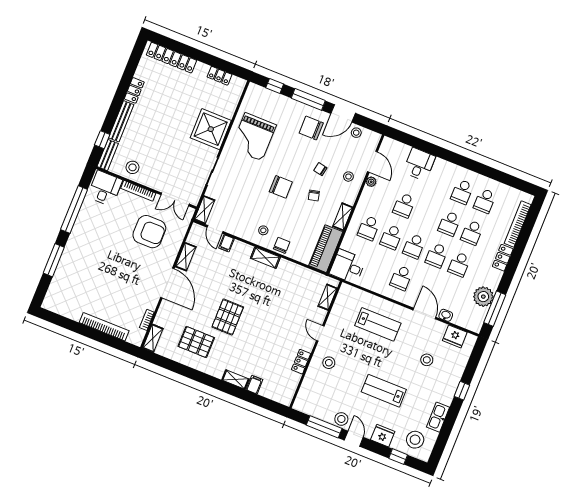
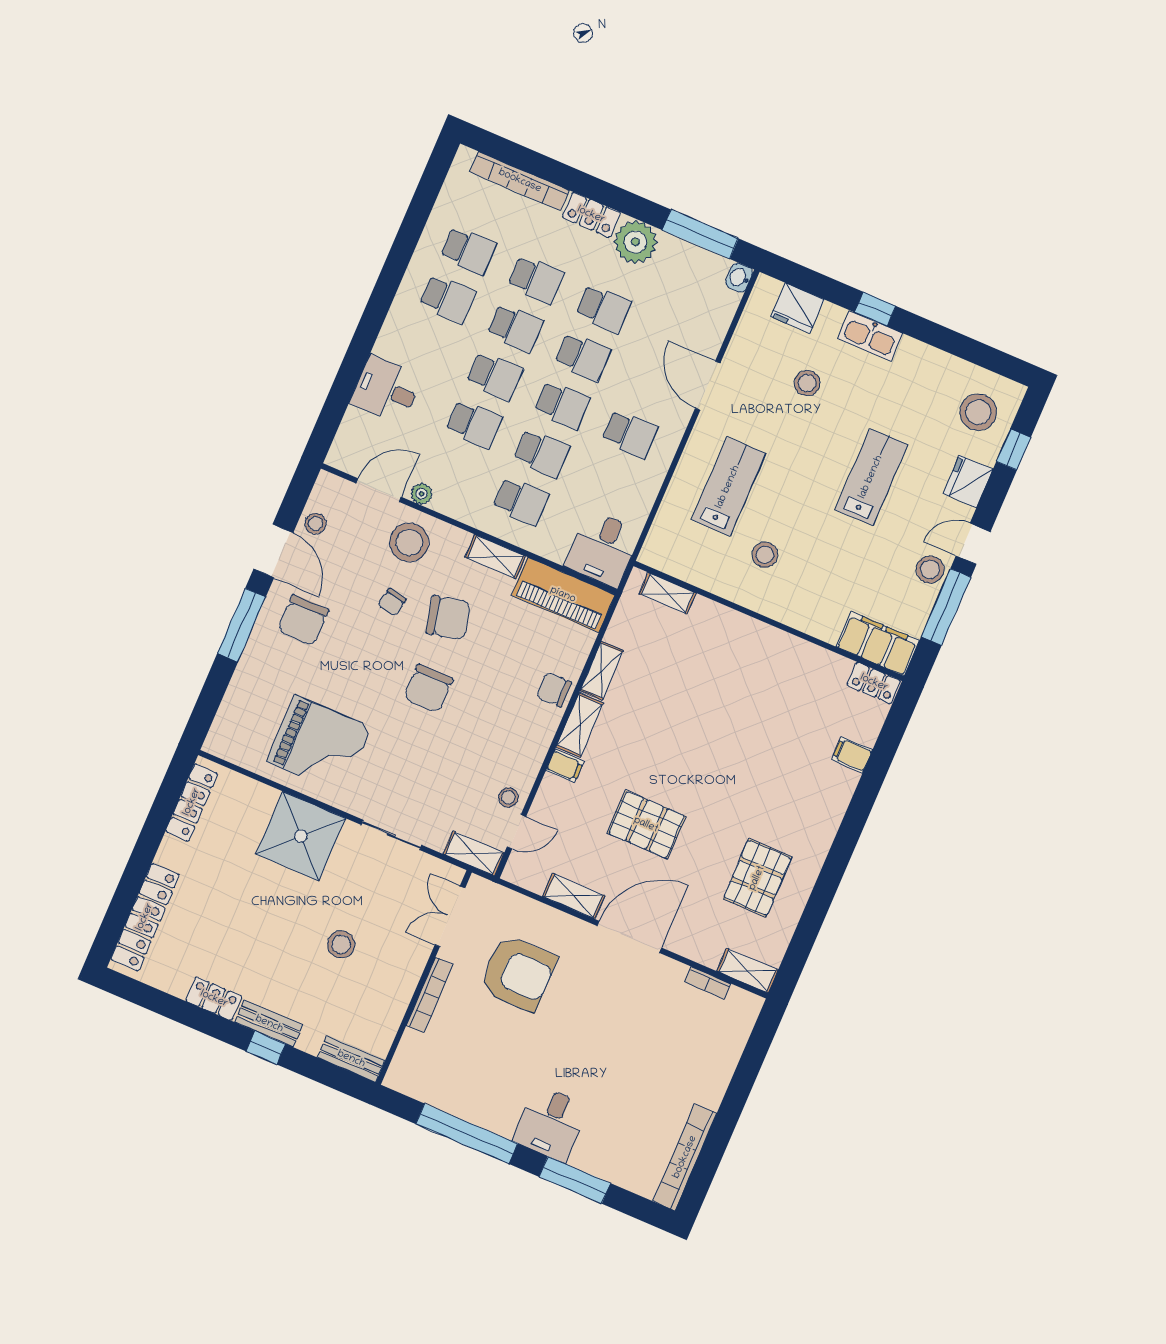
locker: (220, 76) -> (192, 802), width x1.53
window: (275, 86) -> (211, 697), removed
bench: (121, 121) -> (269, 1024), width x0.73
window: (102, 140) -> (266, 1048), moved
stool: (133, 167) -> (341, 944), moved
stool: (348, 177) -> (409, 542), width x1.89, depth x1.89
chair: (281, 187) -> (428, 688), turned 180
desk: (105, 188) -> (551, 1123), moved, turned -90
chair: (314, 195) -> (448, 618), width x1.87, depth x1.87
double door: (175, 199) -> (450, 916), swing flipped
school desk: (427, 214) -> (495, 376), added
stool: (263, 230) -> (508, 797), moved
armchair: (149, 232) -> (518, 973), turned 90
filing cabinet: (226, 243) -> (565, 766), moved
plant: (483, 297) -> (635, 242), moved
door: (424, 314) -> (708, 386), hinge flipped
washbasin: (446, 315) -> (739, 278), moved
pallet: (228, 317) -> (646, 825), moved
bookcase: (104, 327) -> (685, 1157), moved
door: (320, 333) -> (745, 611), removed
fridge: (455, 336) -> (798, 308), moved, turned 90
locker: (301, 362) -> (874, 683), moved
stool: (329, 363) -> (765, 555), moved
shelving: (235, 380) -> (602, 671), moved
lab bench: (384, 391) -> (871, 477), turned 180
filing cabinet: (306, 395) -> (878, 644), added
kitchen sink: (438, 417) -> (870, 336), moved

